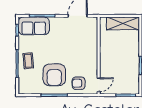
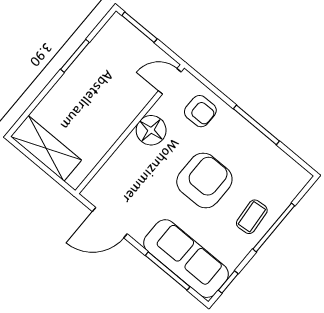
sofa: (34, 26) -> (186, 259), width x1.36
floor lamp: (91, 62) -> (151, 130), added
armchair: (54, 75) -> (204, 180), moved

